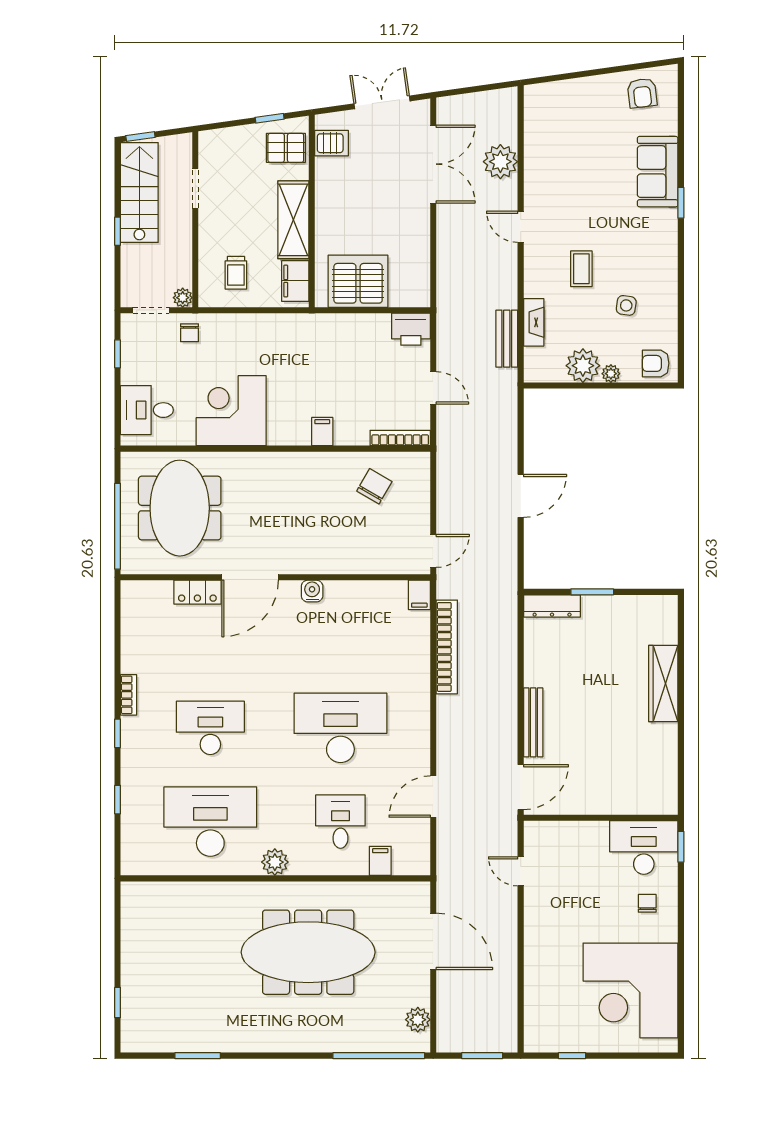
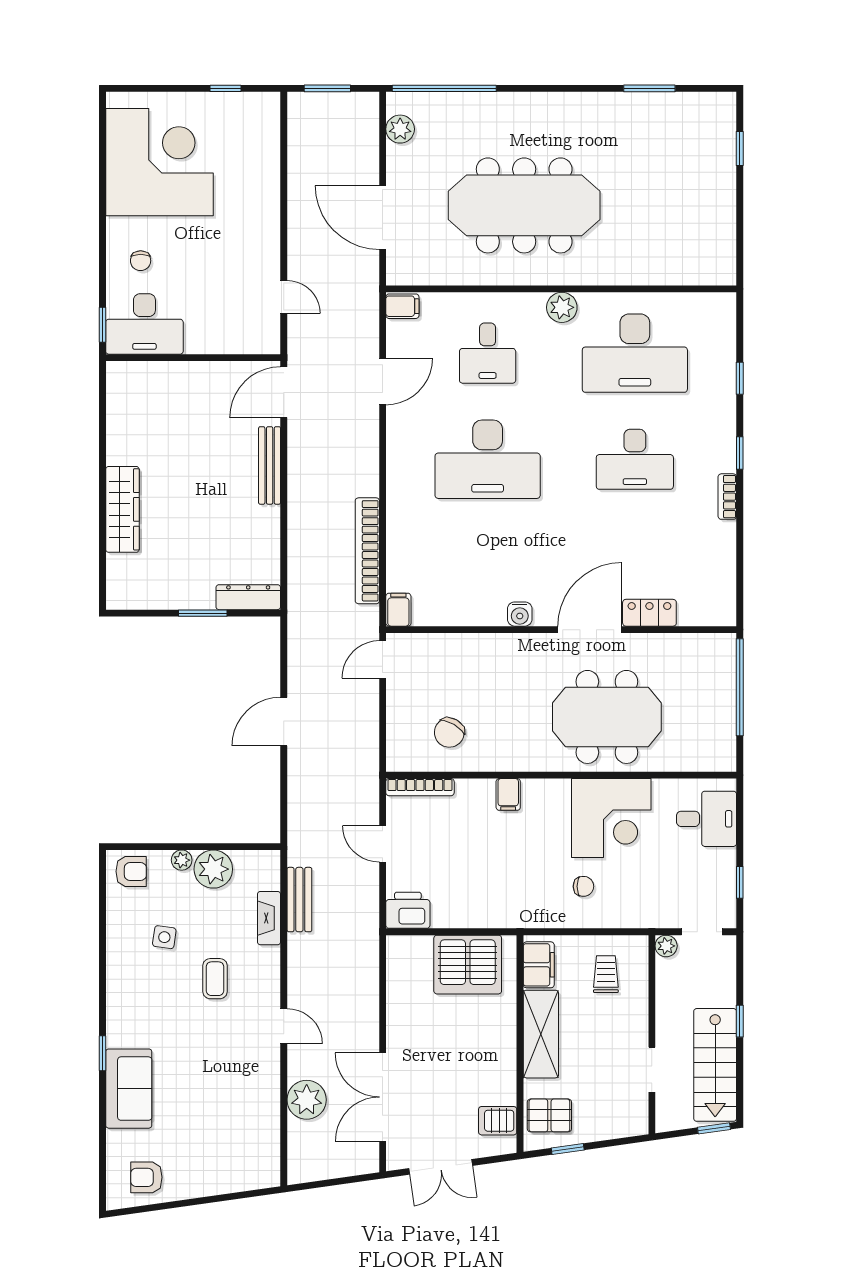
armchair: (642, 93) -> (146, 1177), turned -83
chair: (189, 333) -> (583, 886), moved, turned 90
meeting table: (180, 508) -> (607, 717), moved, turned 90
filing cabinet: (380, 861) -> (402, 306), moved, turned -90

